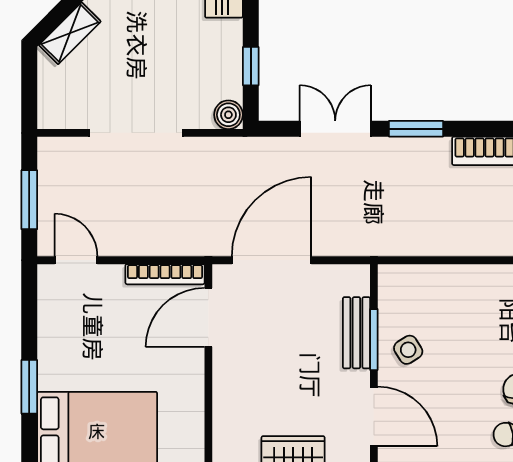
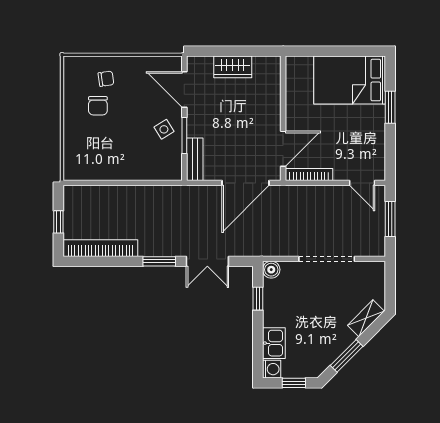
bench: (356, 333) -> (195, 159), moved

